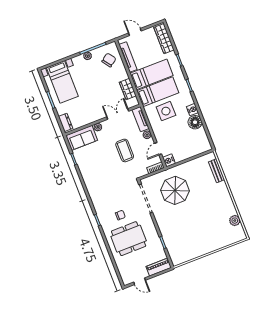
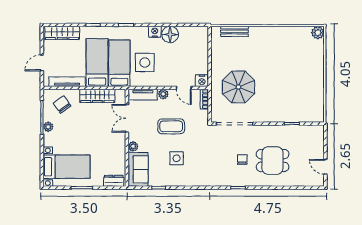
wardrobe: (128, 89) -> (97, 96), width x1.50
side table: (102, 164) -> (177, 158), added
plant: (235, 221) -> (318, 33), moved
dining table: (129, 239) -> (273, 161), width x0.73
piano: (159, 267) -> (318, 139), removed
door: (140, 281) -> (325, 167), swing flipped

